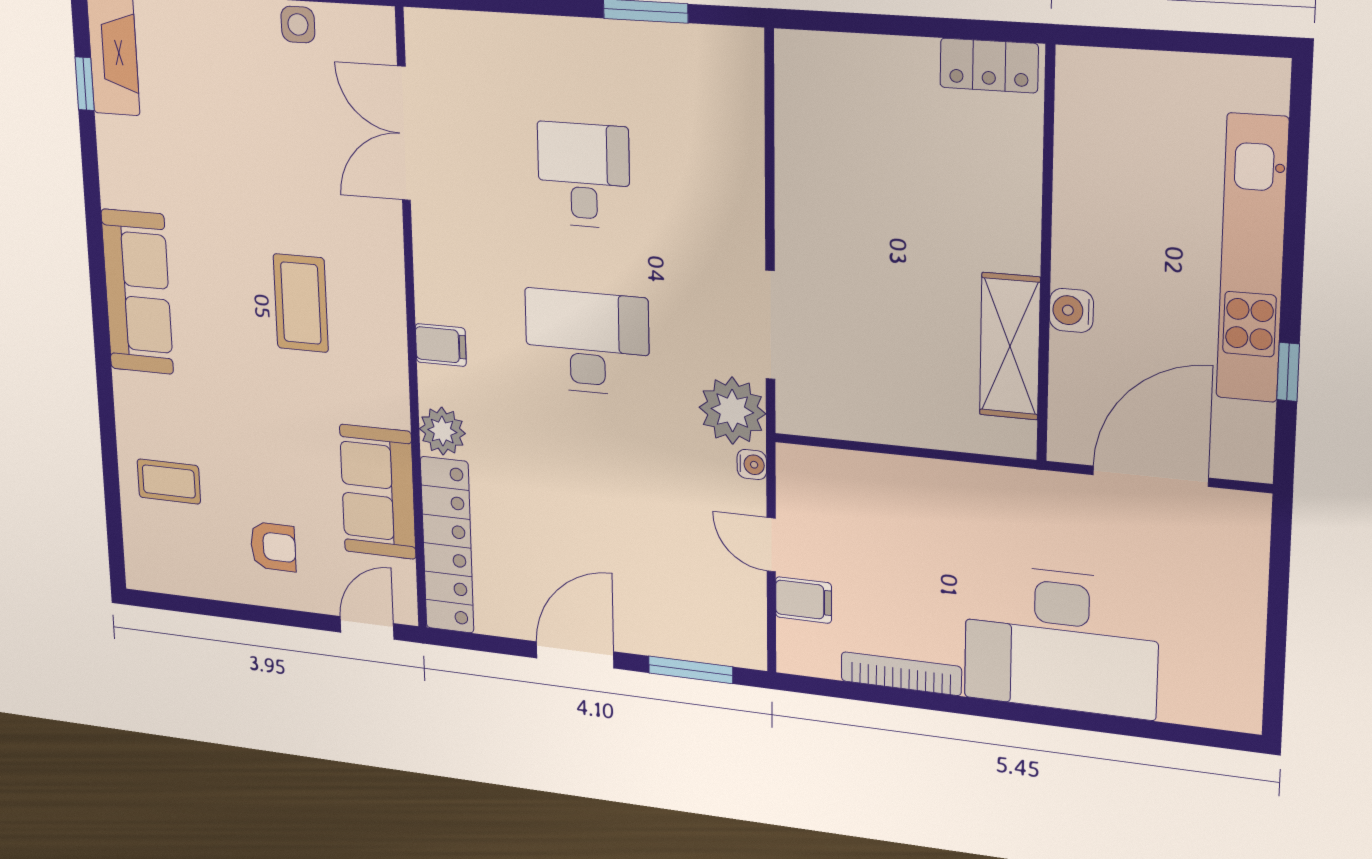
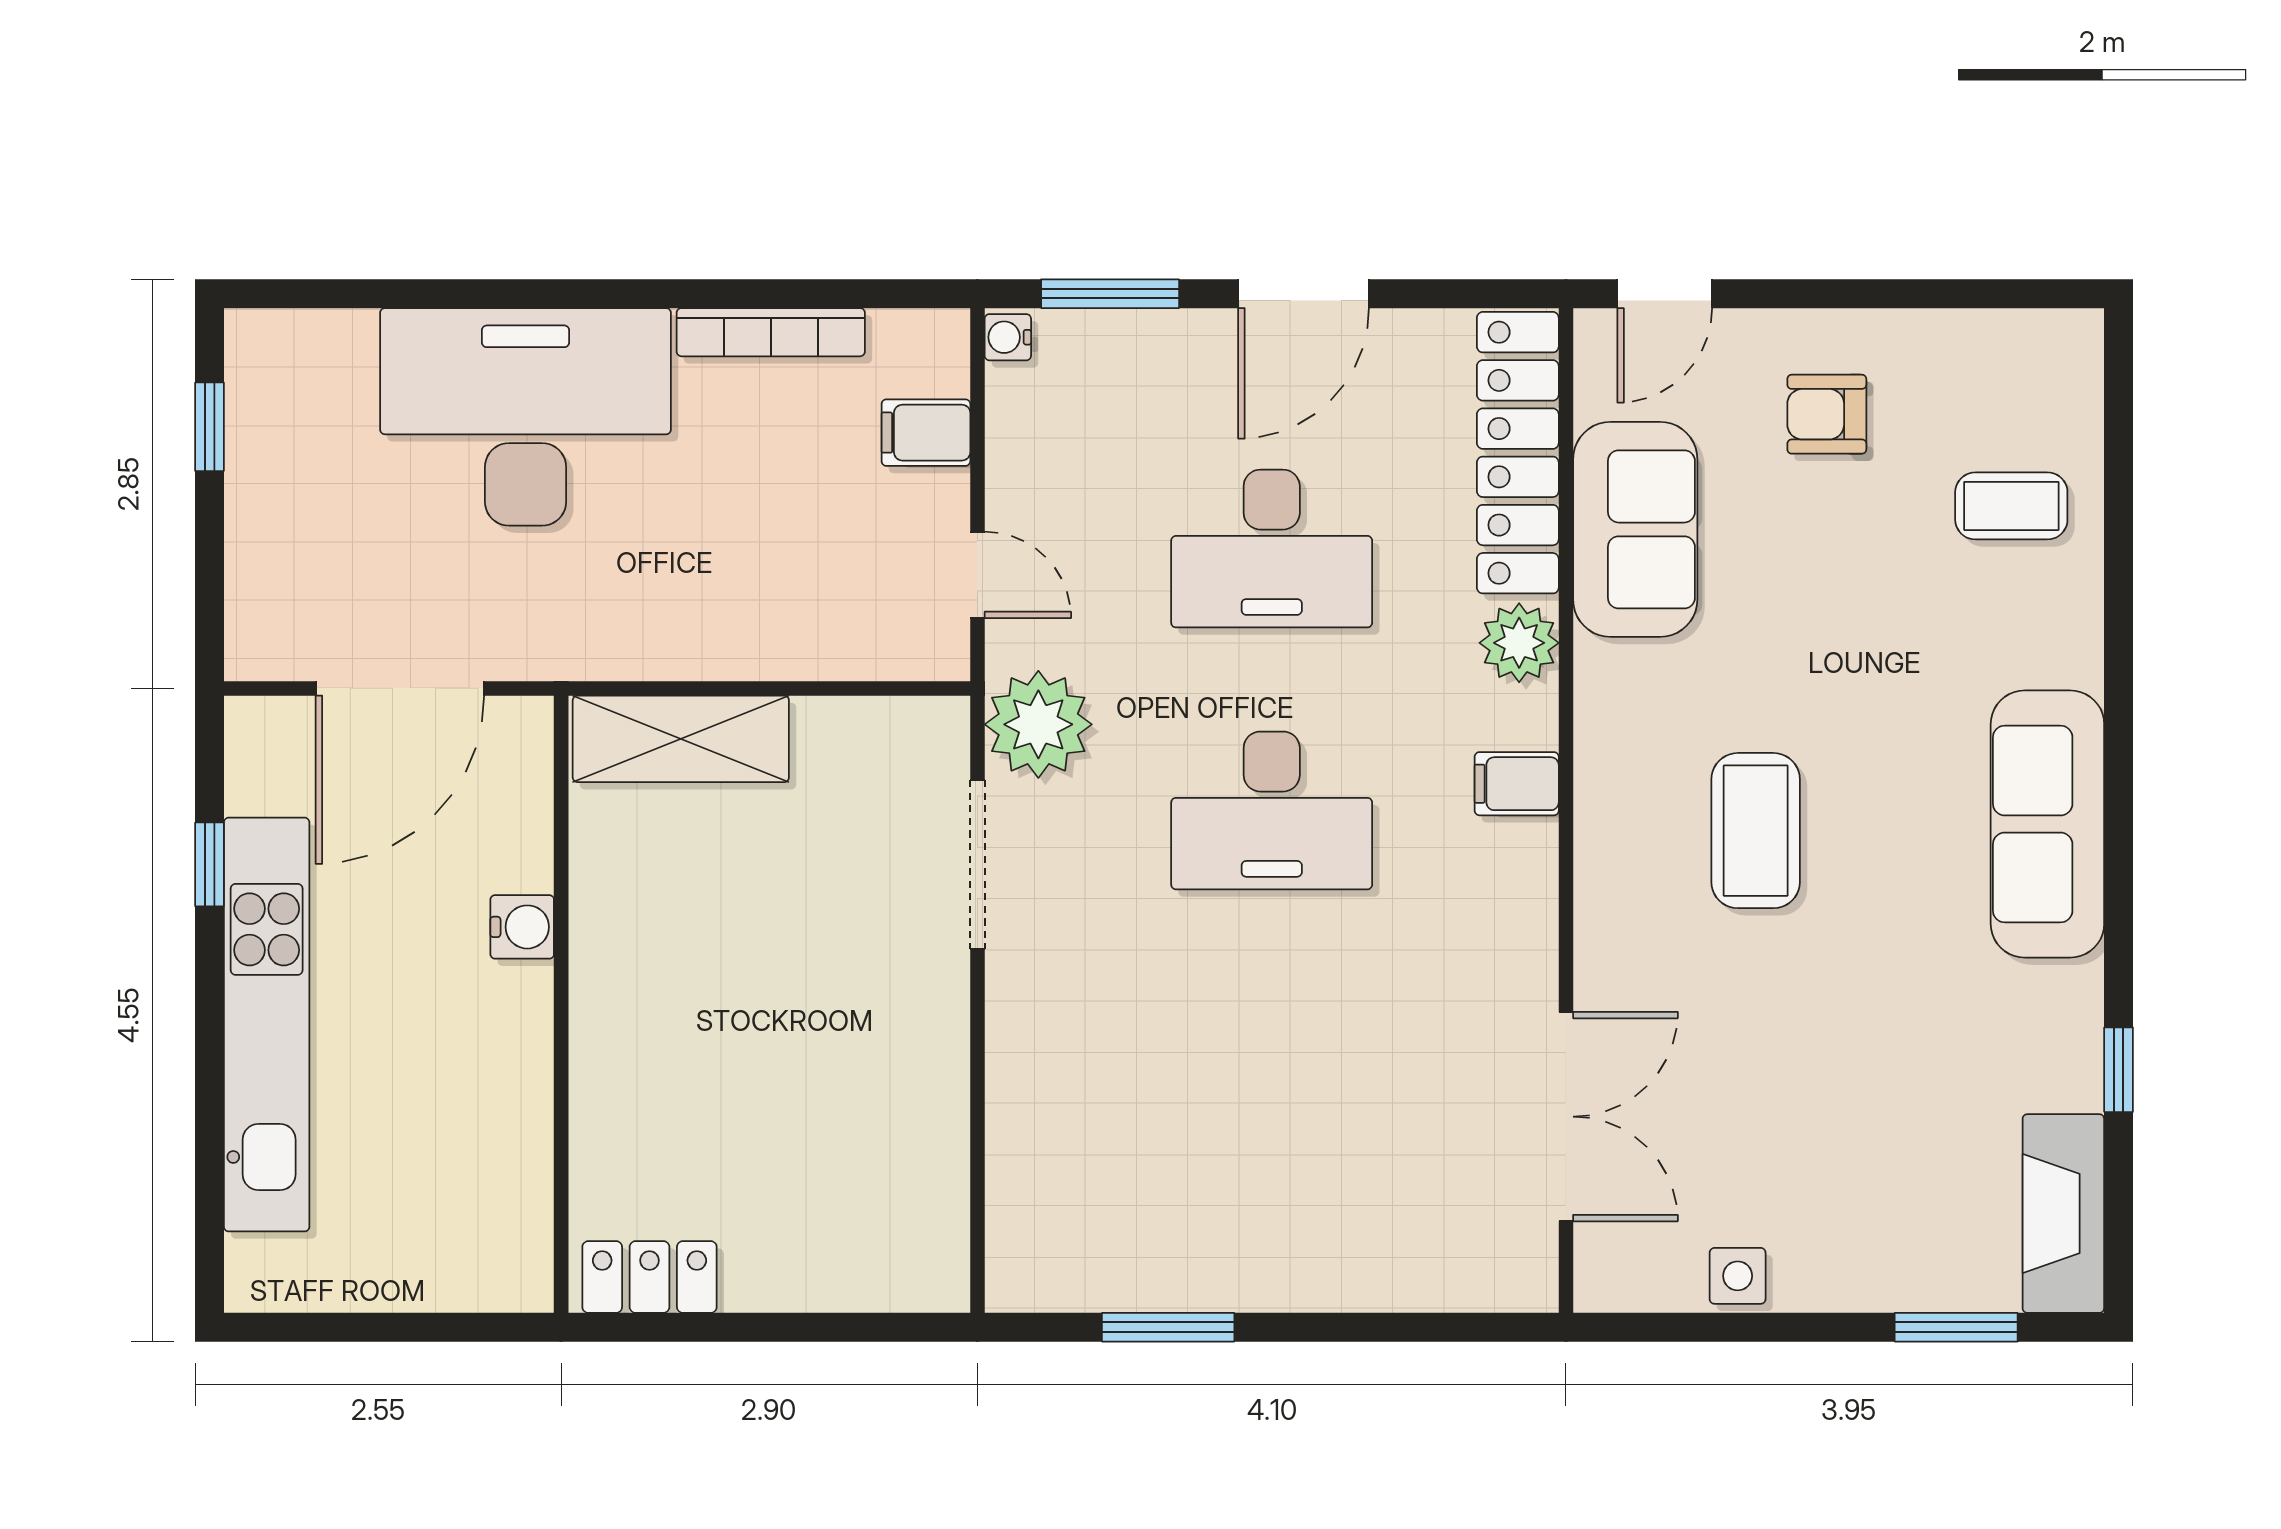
window: (85, 84) -> (2119, 1070), moved
desk: (584, 175) -> (1272, 549), moved, width x1.37
shelving: (1010, 346) -> (681, 739), moved, turned 90
water cooler: (752, 465) -> (1008, 337), moved
door: (771, 545) -> (977, 575), moved
window: (1275, 661) -> (209, 427), added

